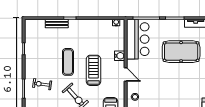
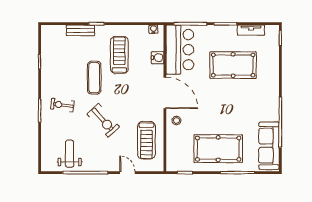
water cooler: (120, 56) -> (158, 58), moved
treadmill: (94, 70) -> (119, 55), moved
door: (126, 74) -> (165, 93), width x1.87

